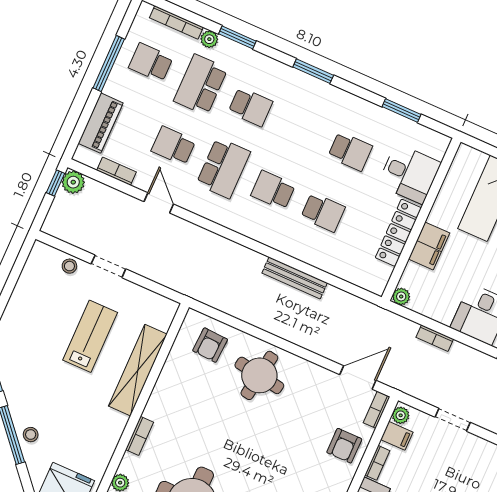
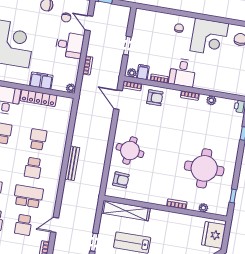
bench: (295, 278) -> (72, 163), moved
shelving: (138, 370) -> (126, 211), moved

